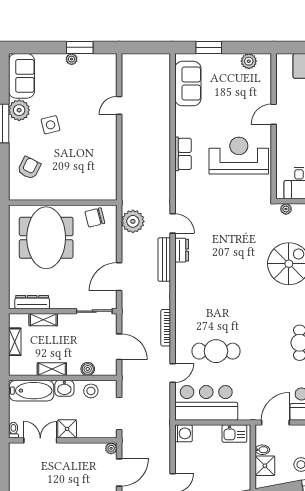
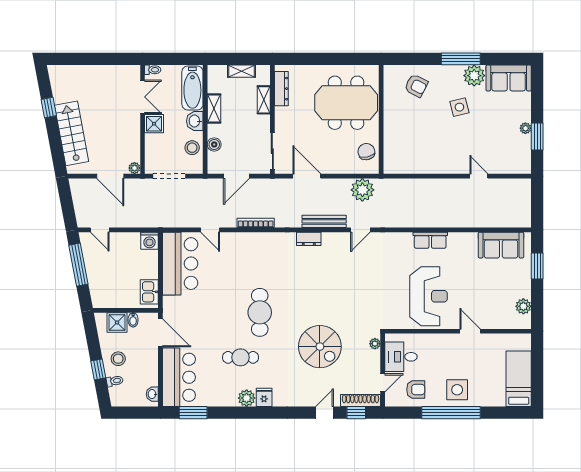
dresser: (182, 250) -> (309, 239), moved
cafe table: (216, 351) -> (260, 312), moved

